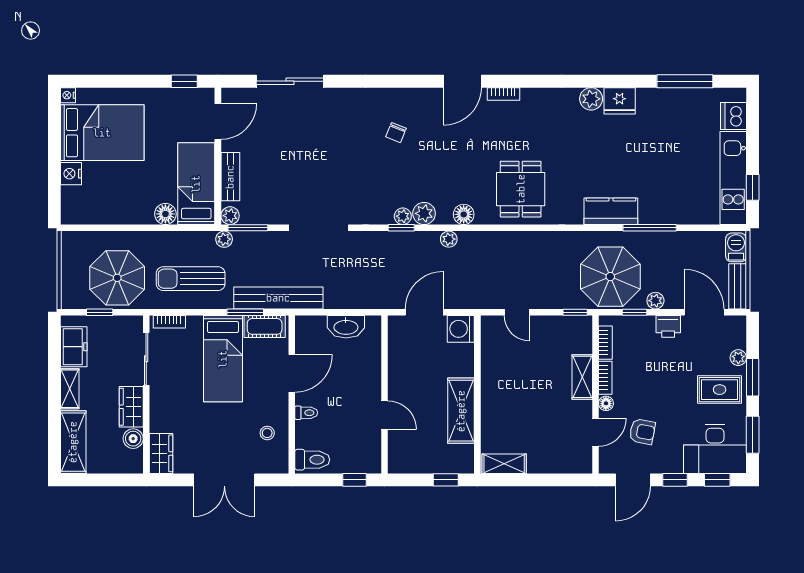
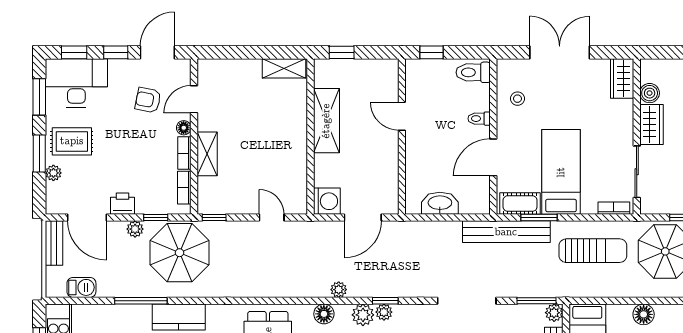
floor lamp: (165, 214) -> (644, 314), moved
plant: (224, 239) -> (560, 290), removed
barbecue: (736, 247) -> (81, 287), moved, turned -90

